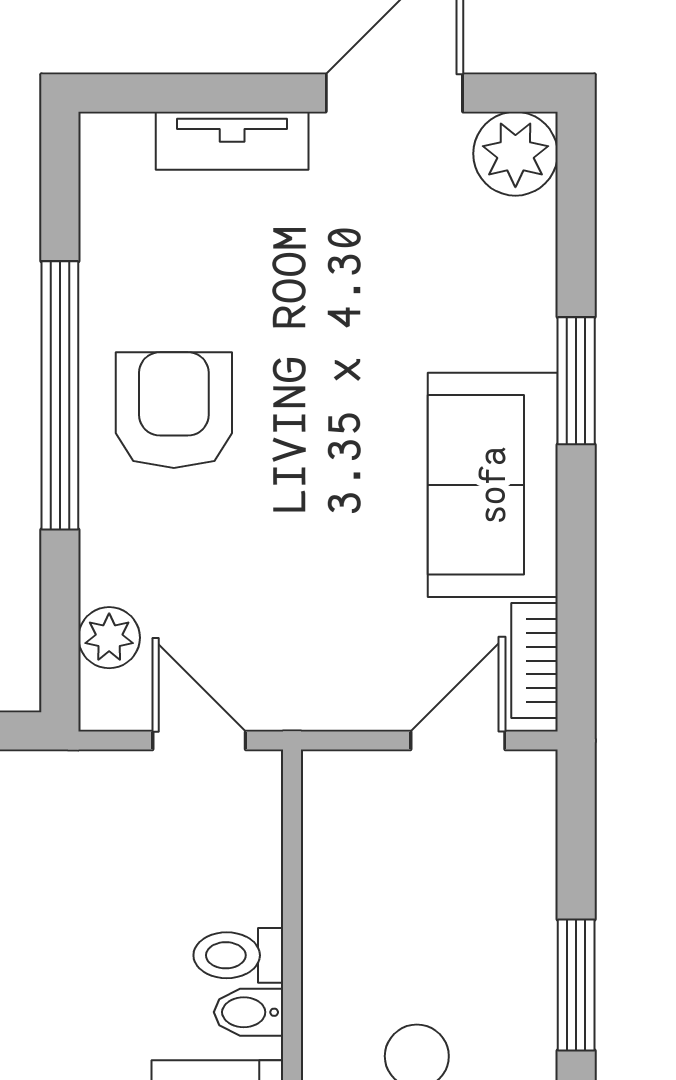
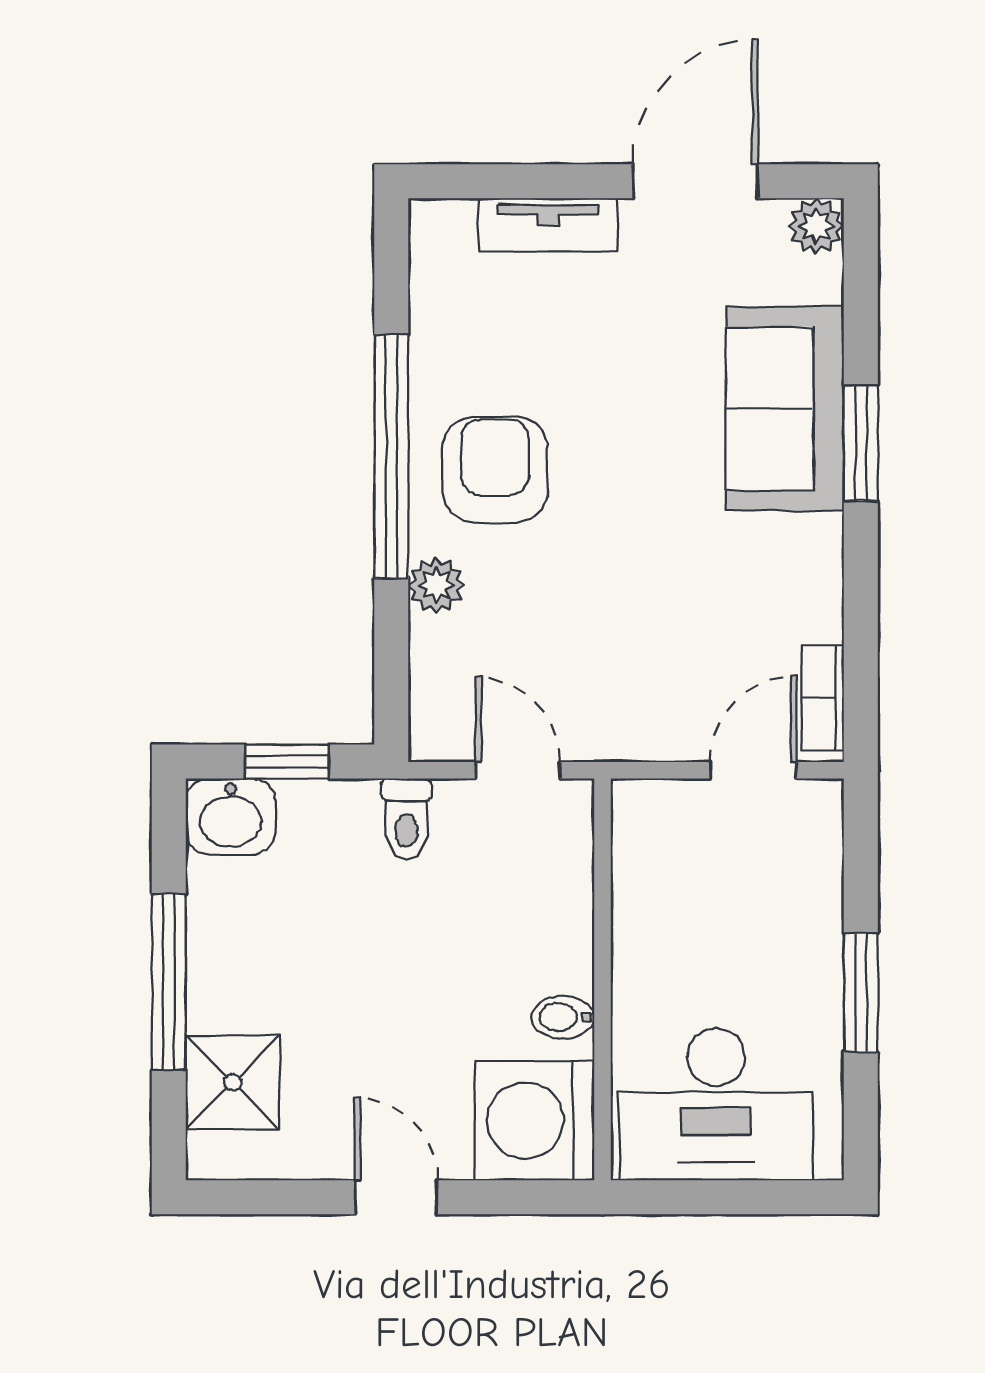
plant: (515, 154) -> (816, 226), width x0.73, depth x0.73
sofa: (493, 485) -> (785, 409), moved
plant: (109, 638) -> (436, 585), moved
toilet: (238, 955) -> (406, 819), moved, turned -90

